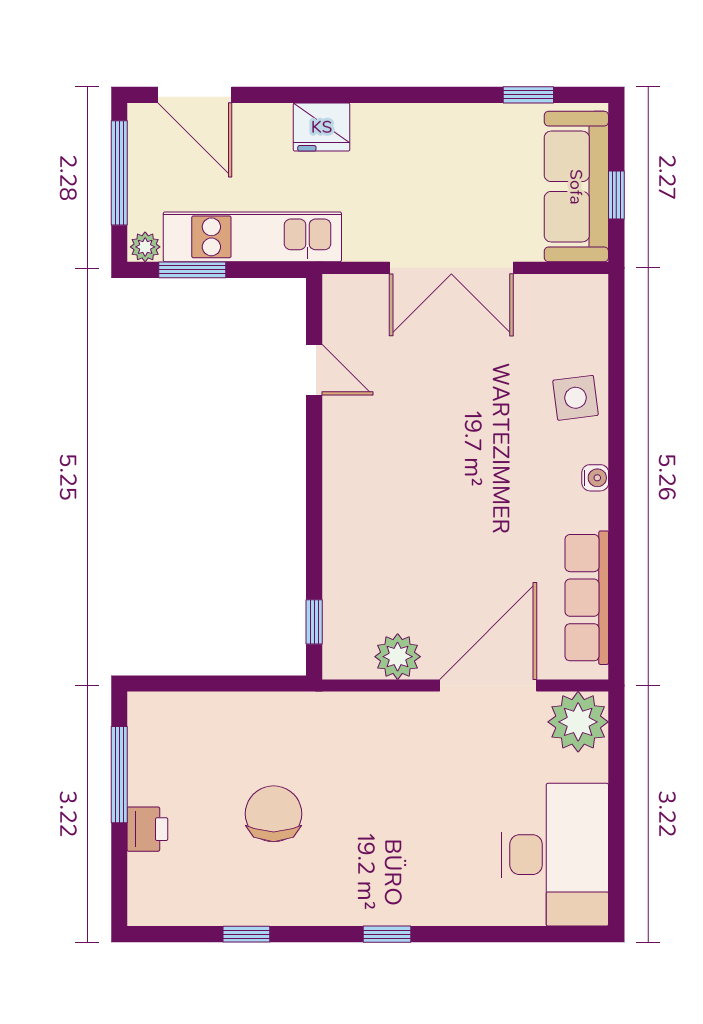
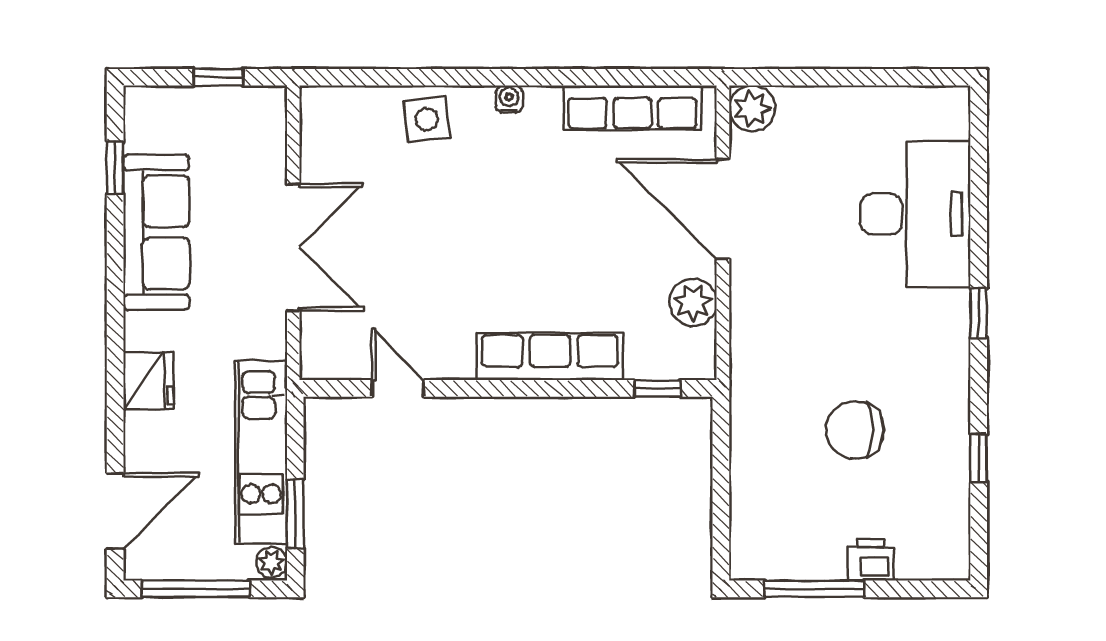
sofa: (576, 187) -> (156, 232), moved, turned -90
door: (314, 370) -> (398, 388), hinge flipped
row of seats: (345, 517) -> (550, 357), added
plant: (578, 722) -> (752, 108), width x0.73, depth x0.73
desk: (555, 855) -> (915, 214), moved, turned 90

